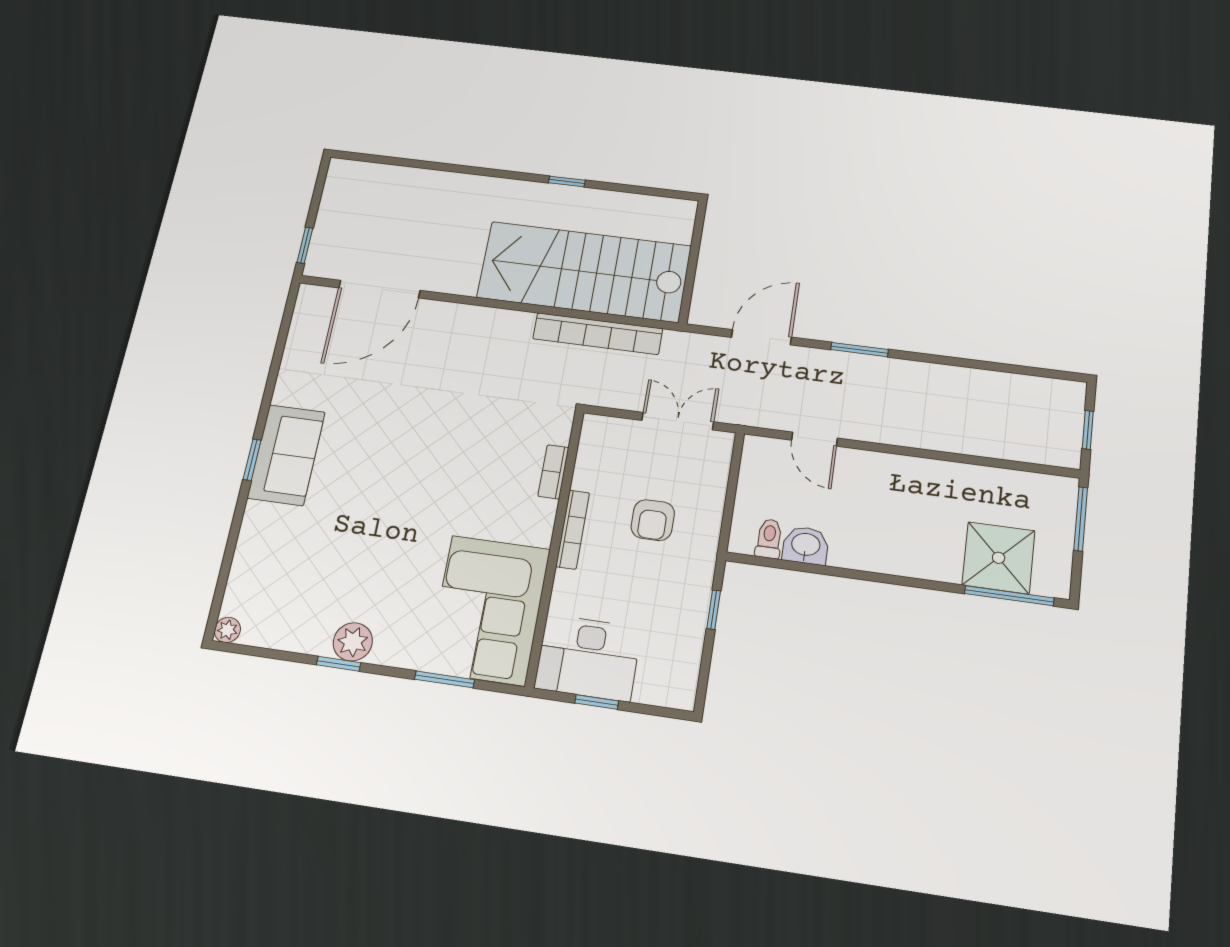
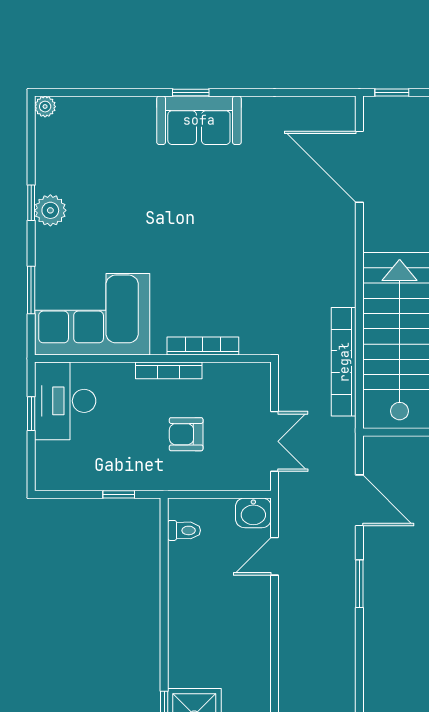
bookcase: (553, 472) -> (203, 346), width x1.56
washbasin: (806, 545) -> (253, 513), moved, turned 90

